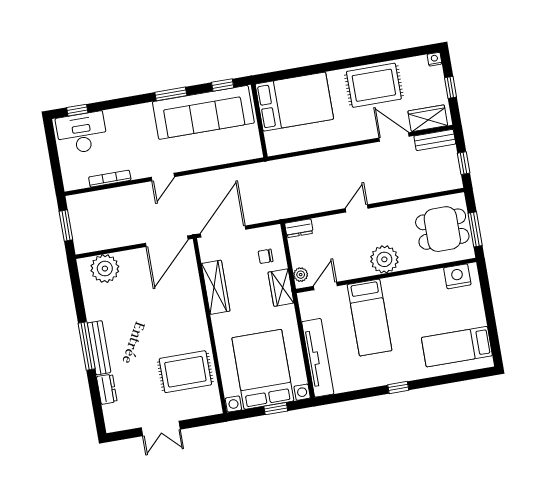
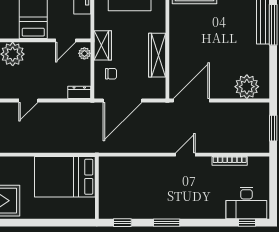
bed: (294, 102) -> (65, 177), moved
sofa: (203, 112) -> (142, 203), removed
door: (223, 231) -> (122, 101), moved

